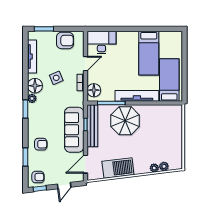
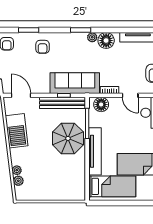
side table: (56, 78) -> (115, 64), removed
sofa: (74, 130) -> (75, 83), moved

